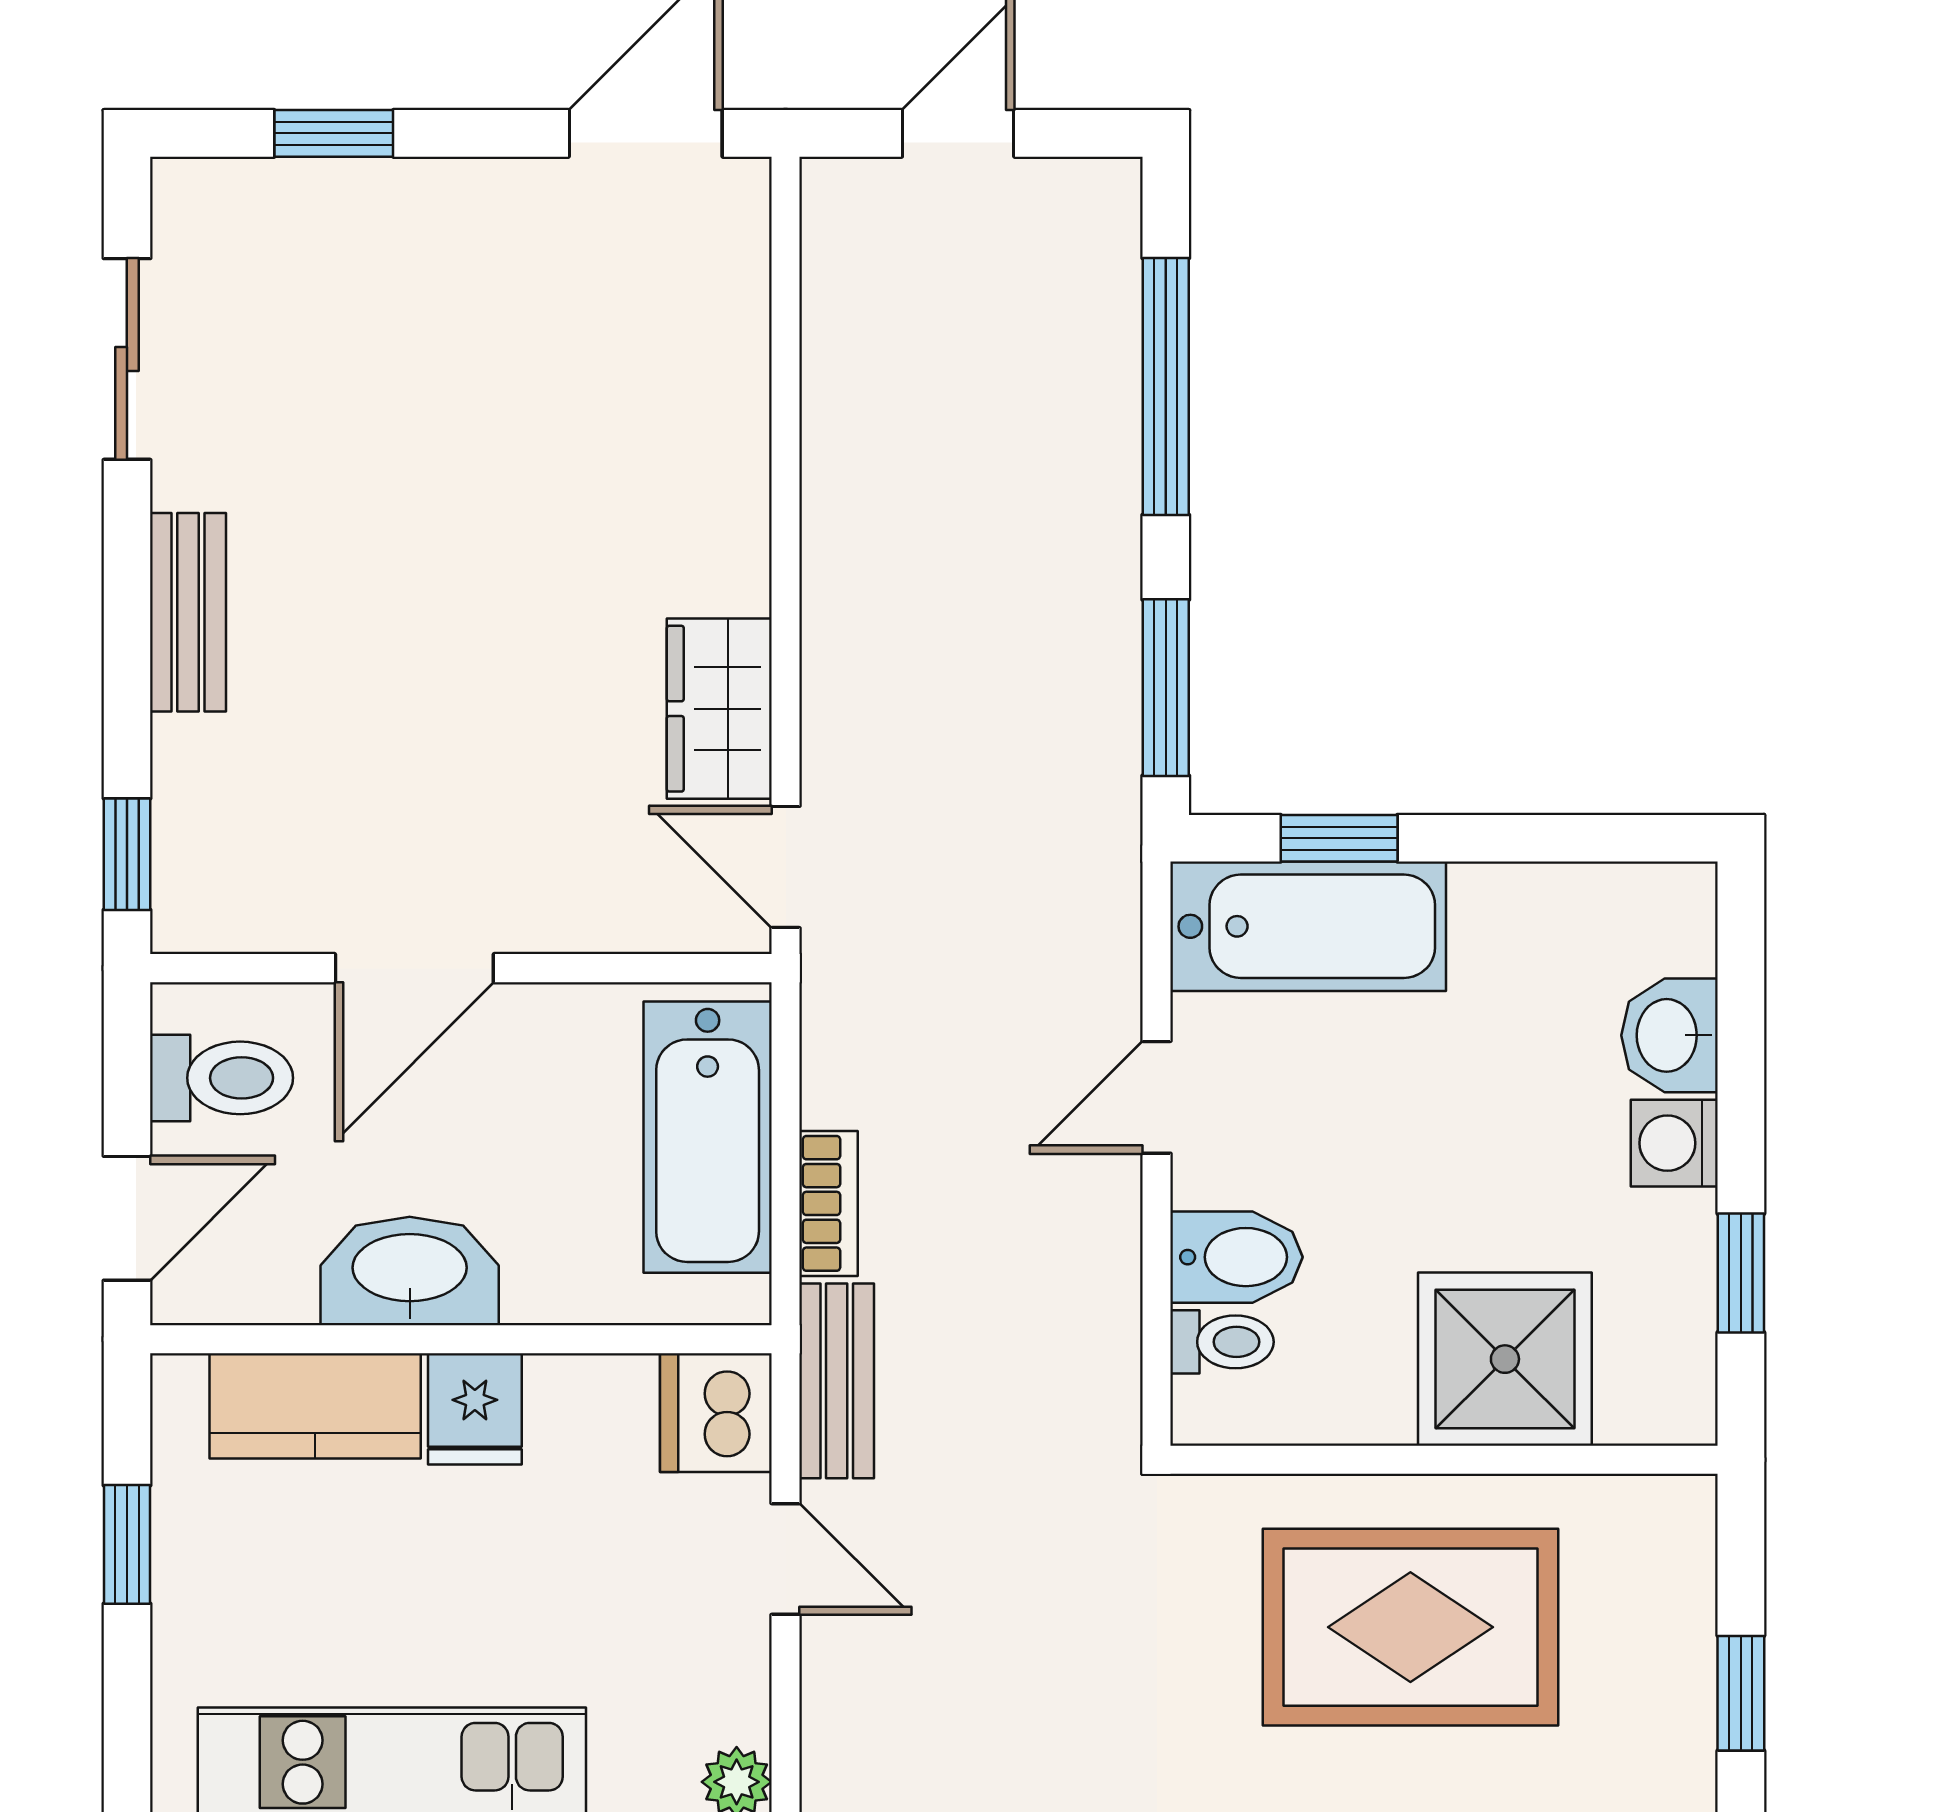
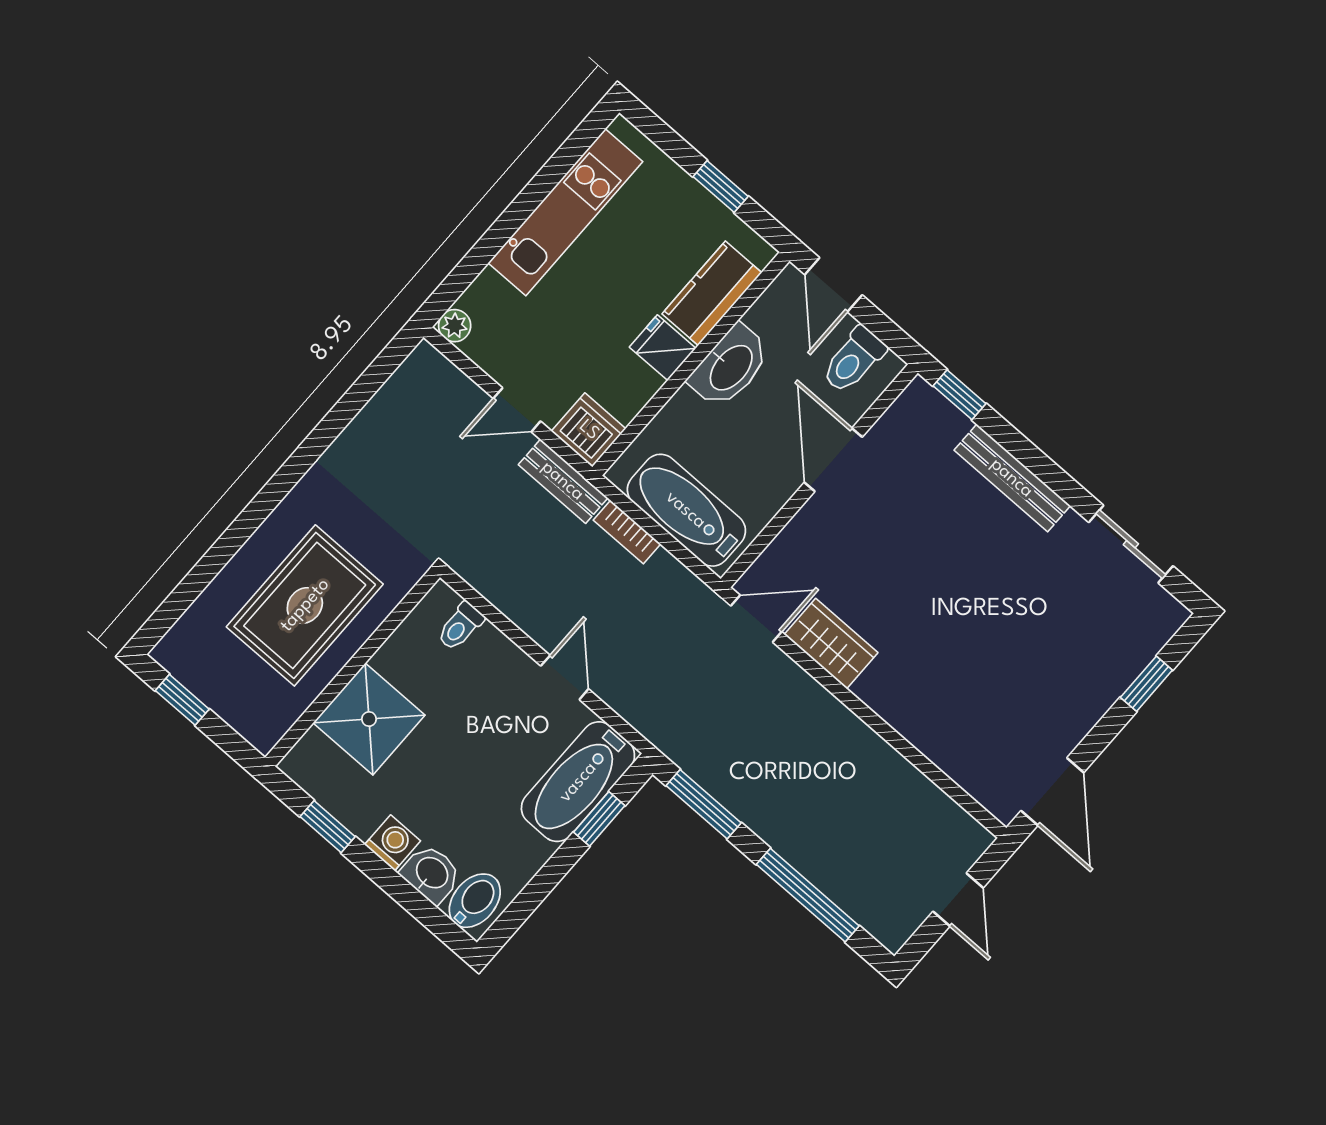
bench: (188, 612) -> (1012, 478), width x1.36
bidet: (1237, 1257) -> (475, 901), moved, turned 180

